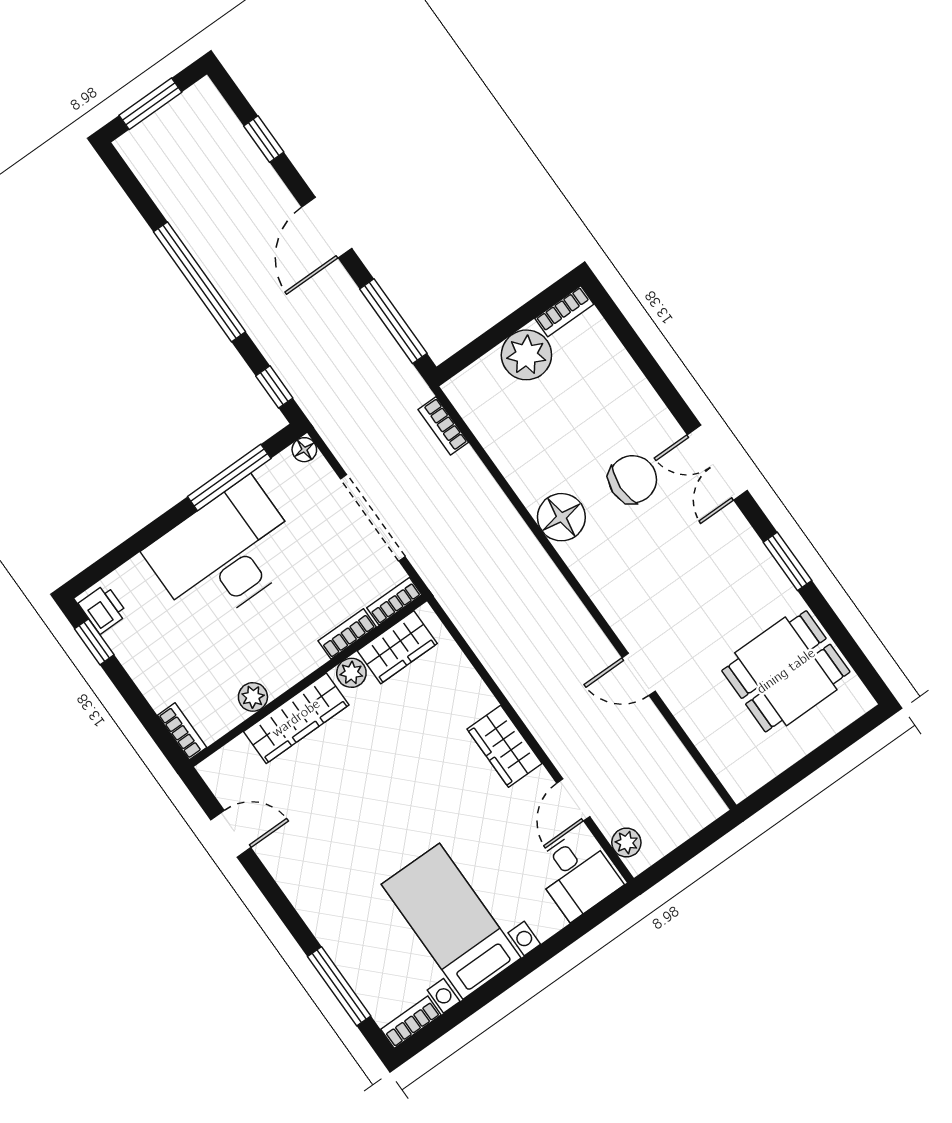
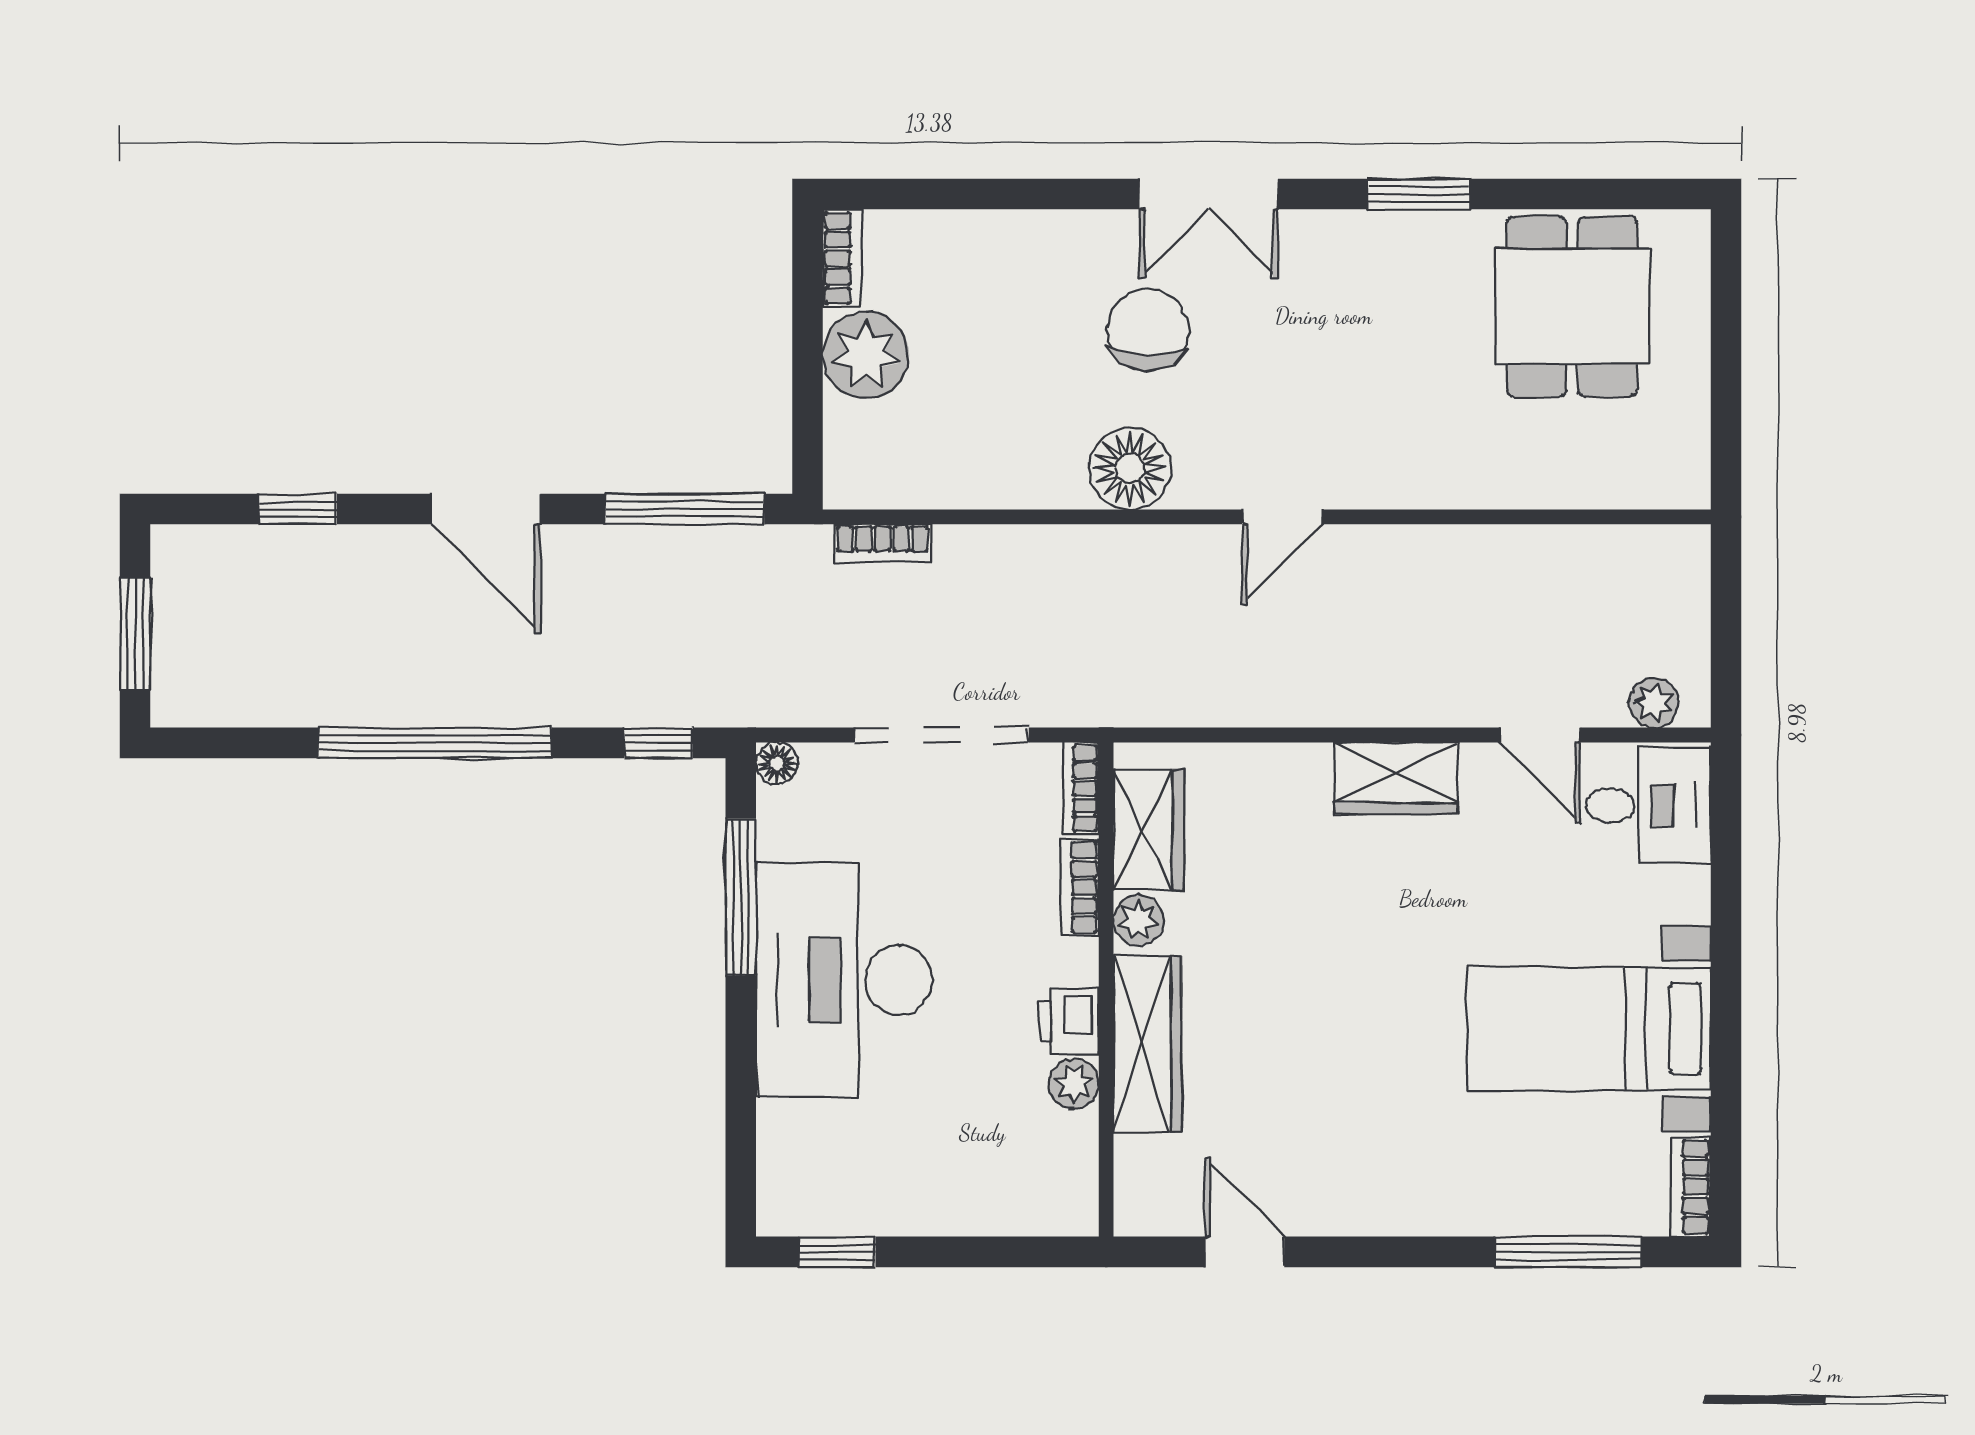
printer: (103, 609) -> (1069, 1021), moved, turned -90
door: (639, 674) -> (1282, 517), moved
bookcase: (182, 731) -> (1052, 1218), removed
door: (231, 834) -> (1245, 1252), hinge flipped

